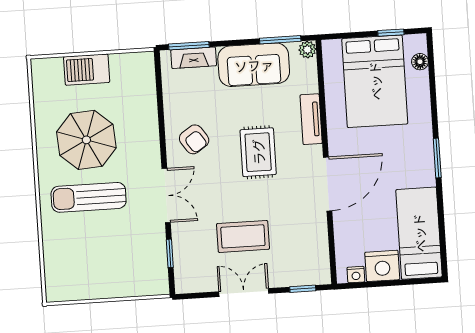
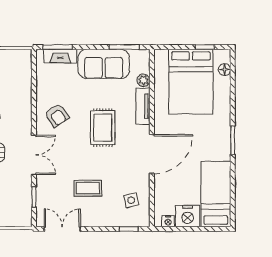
plant: (307, 50) -> (143, 80), moved
coffee table: (243, 236) -> (88, 188), width x0.73, depth x0.77
side table: (303, 249) -> (131, 200), added
double door: (244, 293) -> (62, 229), moved

